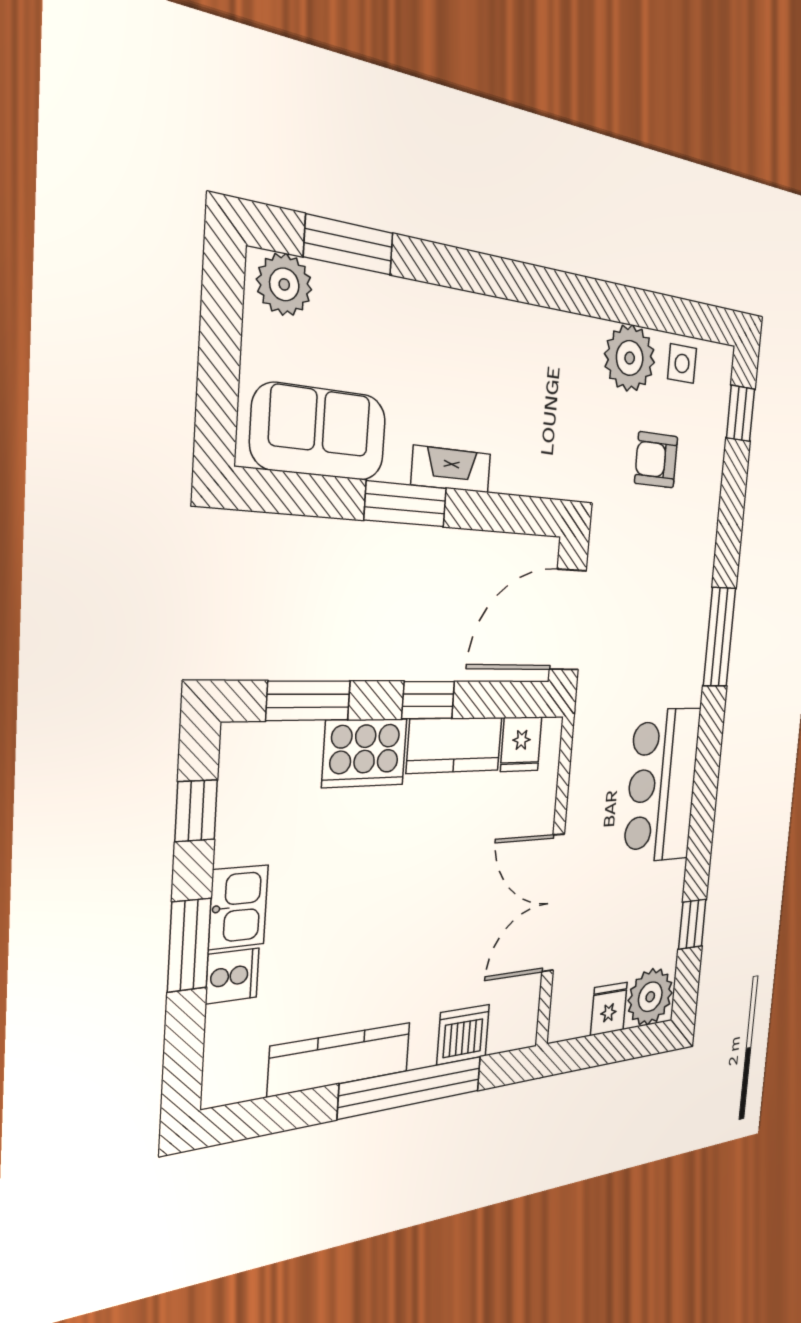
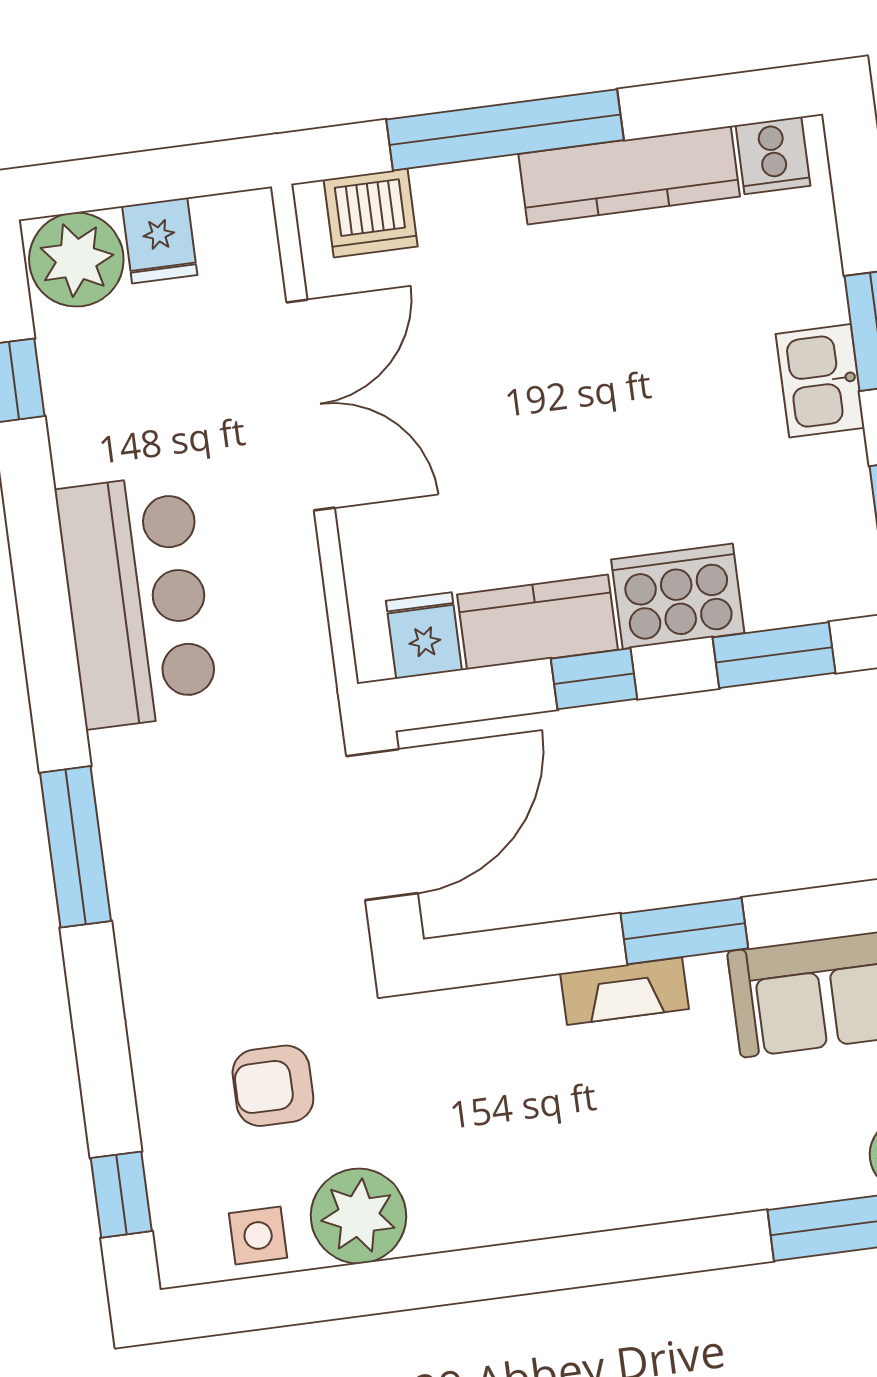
armchair: (656, 460) -> (273, 1086), turned 180
cooker: (232, 976) -> (773, 156), moved, turned -90
dishwasher: (463, 1034) -> (371, 213), moved

